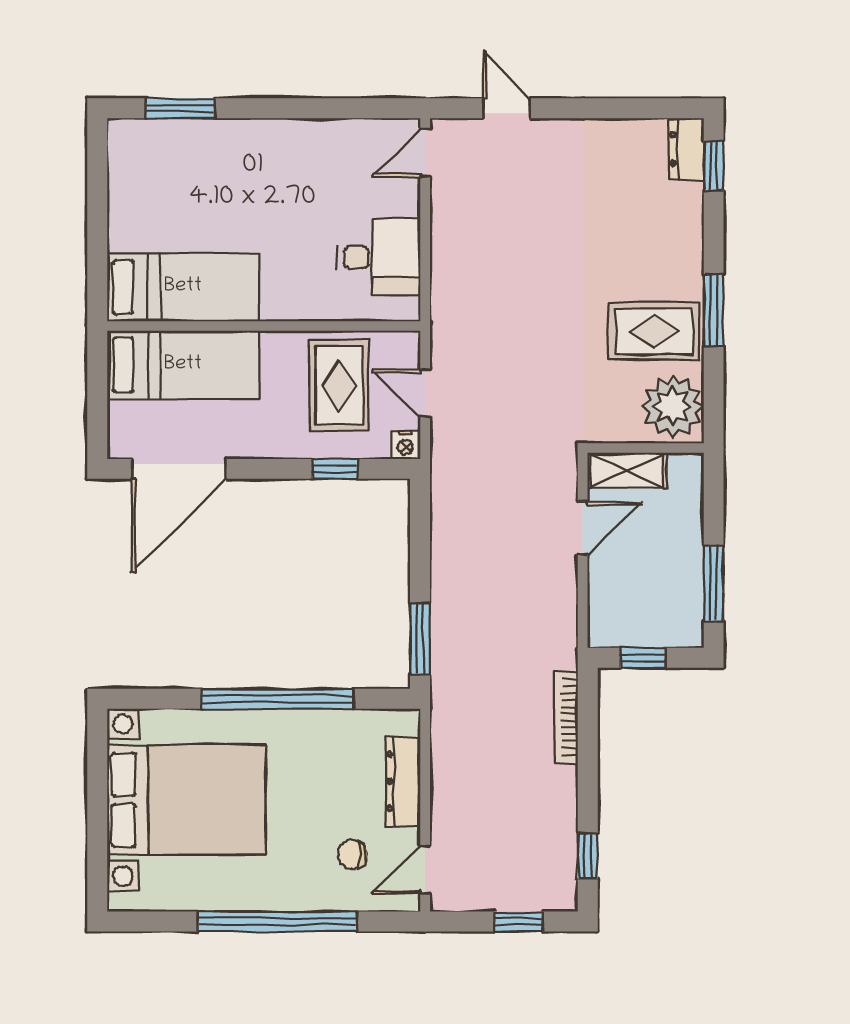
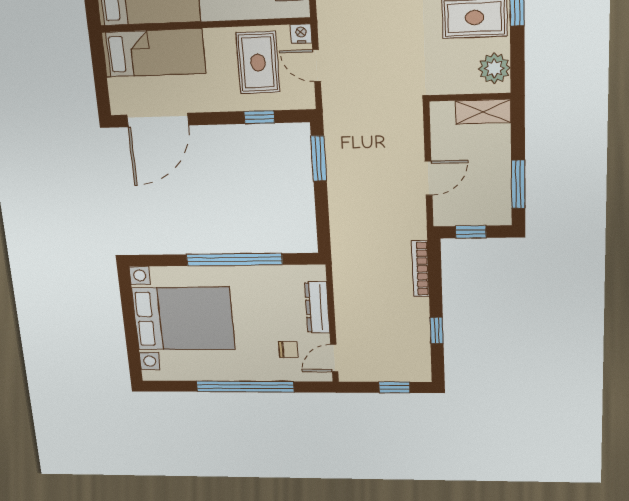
plant: (673, 406) -> (494, 68), width x0.73, depth x0.73
nightstand: (405, 445) -> (301, 34), moved, turned 180
shelving: (627, 471) -> (483, 112), moved
door: (583, 528) -> (429, 178), moved
window: (420, 639) -> (319, 158), moved
chair: (352, 855) -> (288, 349), turned 180
window: (588, 856) -> (437, 330), moved

